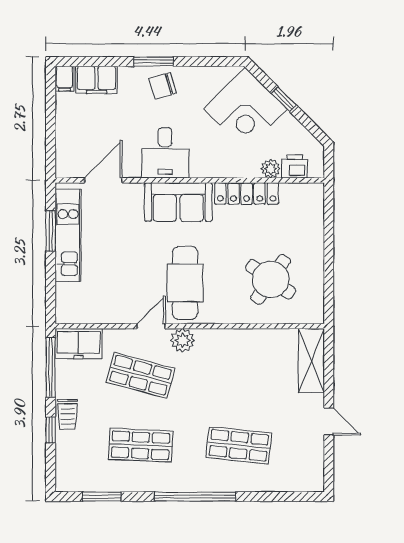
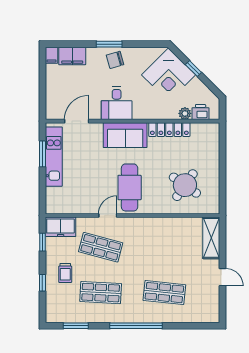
plant: (183, 340) -> (128, 225), removed
window: (51, 367) -> (42, 242), width x0.46
trolley: (68, 414) -> (65, 273), moved

